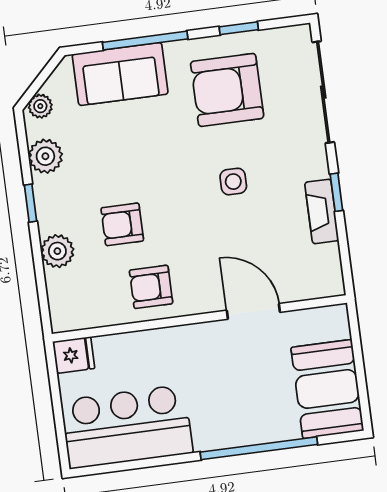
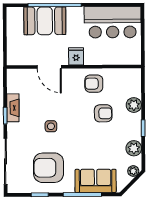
armchair: (227, 90) -> (48, 168), turned 180
armchair: (151, 287) -> (94, 84), turned 180
fridge: (74, 355) -> (76, 56), moved, turned 90
booth: (327, 389) -> (45, 21), moved, turned 90

